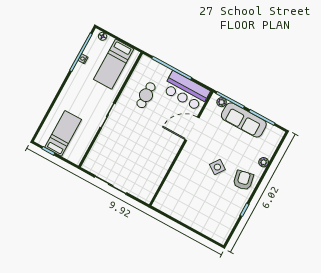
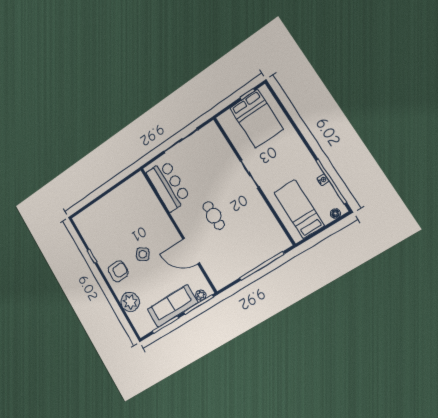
bar counter: (186, 91) -> (168, 186), moved, turned 90
cafe table: (146, 95) -> (214, 216), moved
door: (192, 129) -> (191, 251), swing flipped
bed: (63, 133) -> (256, 119), width x1.50
plant: (264, 162) -> (130, 302), width x1.88, depth x1.88
armchair: (243, 180) -> (118, 271), turned -78

